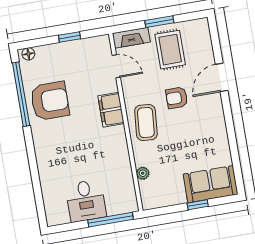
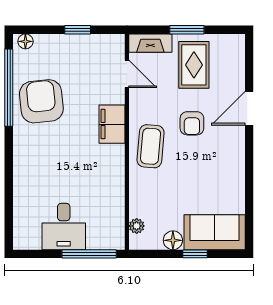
armchair: (177, 98) -> (192, 123), turned -90
armchair: (50, 101) -> (41, 101), turned -96
plant: (143, 173) -> (137, 226), moved
floor lamp: (178, 197) -> (173, 240), added

